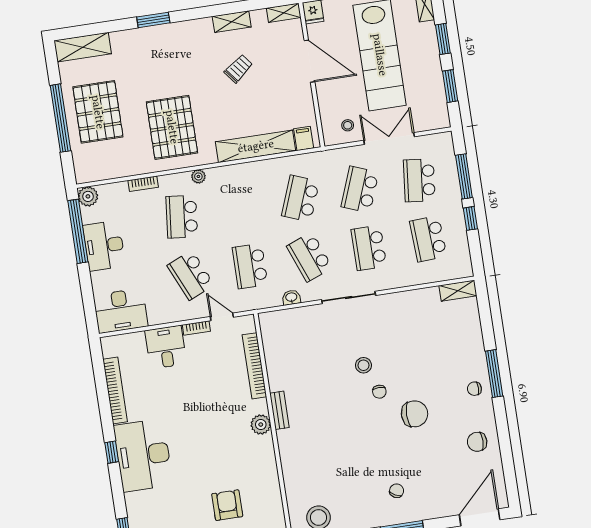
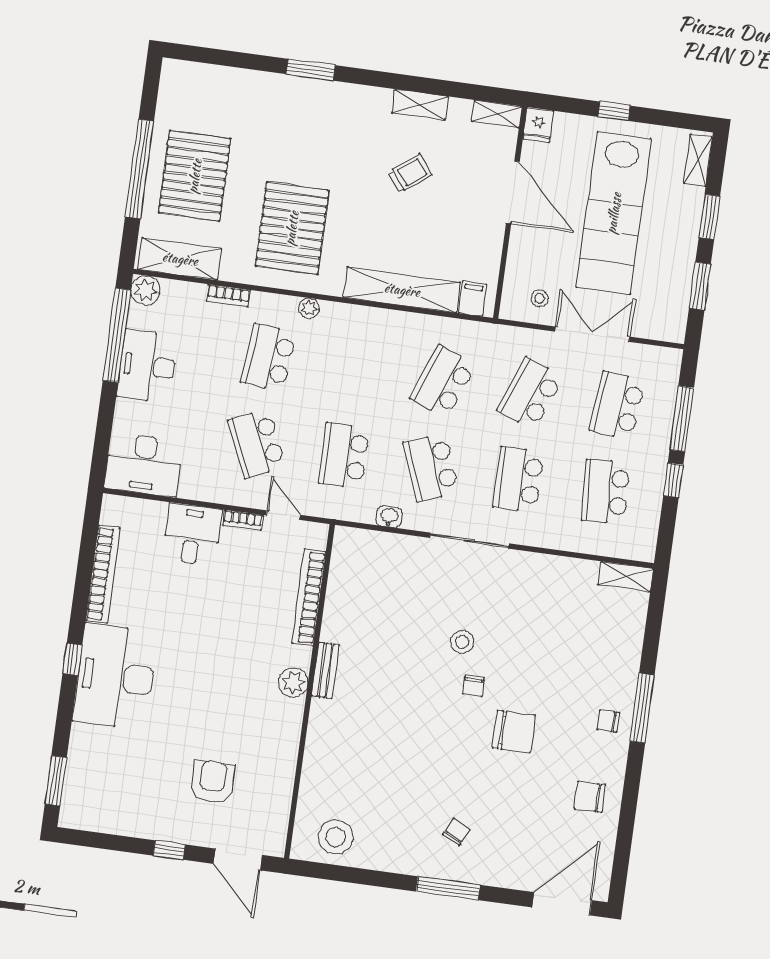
shelving: (83, 47) -> (180, 259), moved

